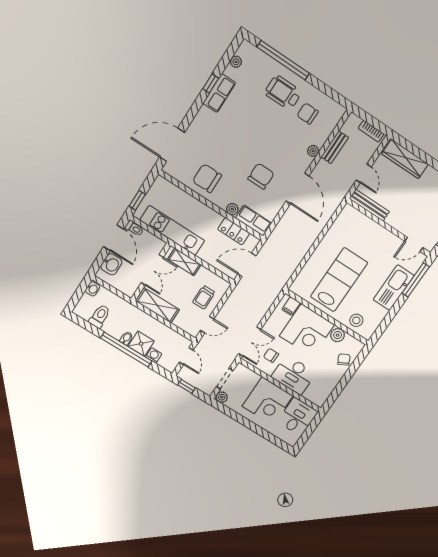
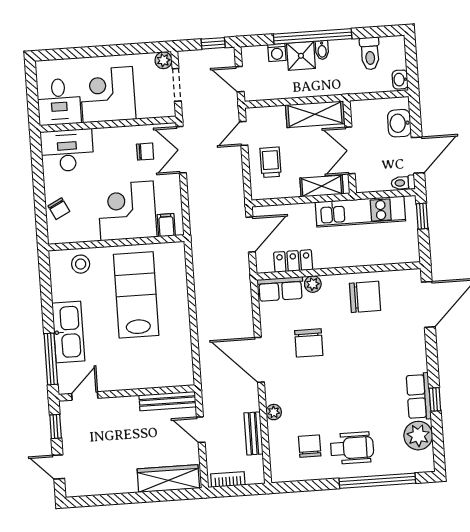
plant: (236, 62) -> (418, 436), width x1.87, depth x1.87
chair: (308, 114) -> (310, 446), turned -90
door: (114, 238) -> (418, 155), swing flipped
lab bench: (339, 280) -> (136, 295), turned 180
plant: (338, 335) -> (88, 231), removed
desk: (294, 375) -> (67, 150), moved

